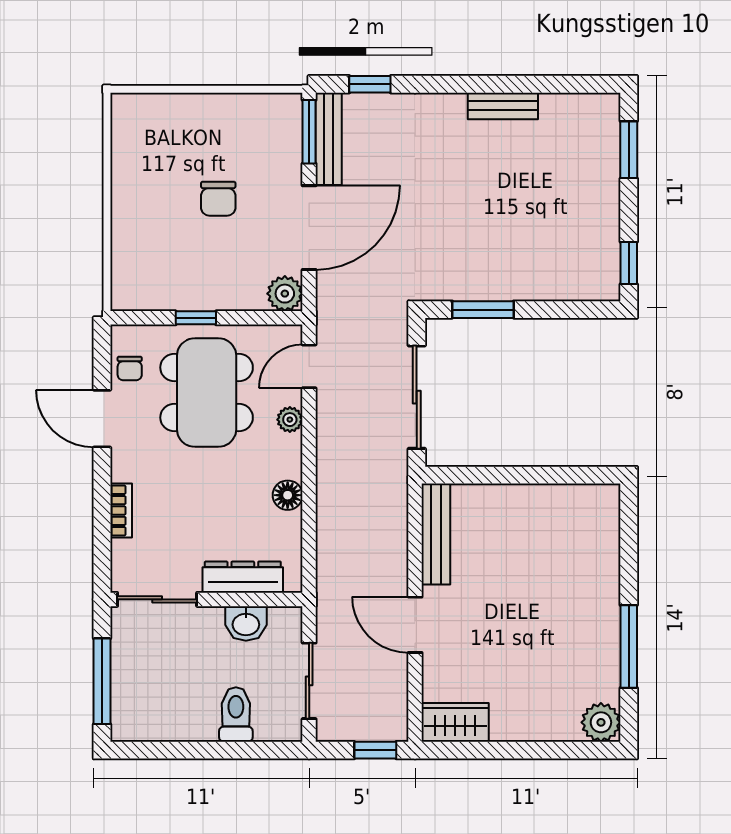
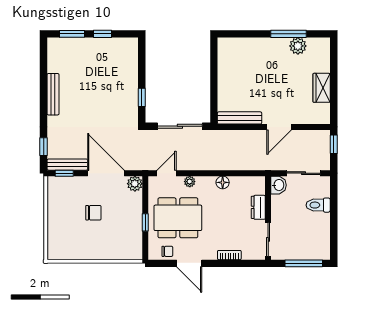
bench: (503, 106) -> (53, 94), width x1.36
window: (309, 132) -> (64, 173), width x0.67
window: (629, 263) -> (102, 34), moved
window: (483, 310) -> (142, 97), width x0.67
door: (309, 366) -> (166, 173), swing flipped
door: (102, 419) -> (189, 263), hinge flipped
dresser: (243, 577) -> (258, 207), width x0.70
washbasin: (246, 623) -> (279, 185), moved
wardrobe: (455, 722) -> (322, 88), moved
plant: (601, 722) -> (298, 46), moved

